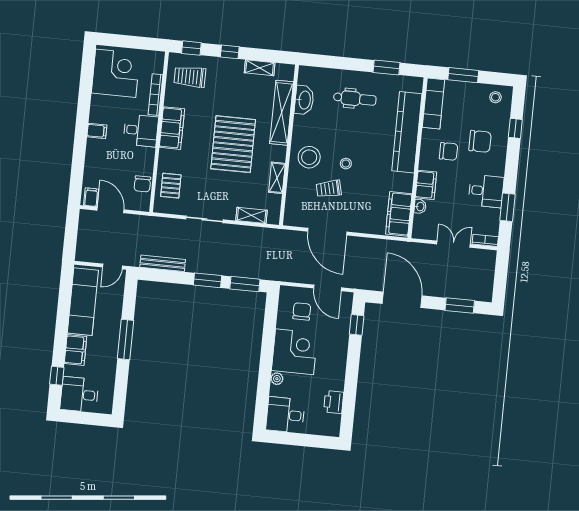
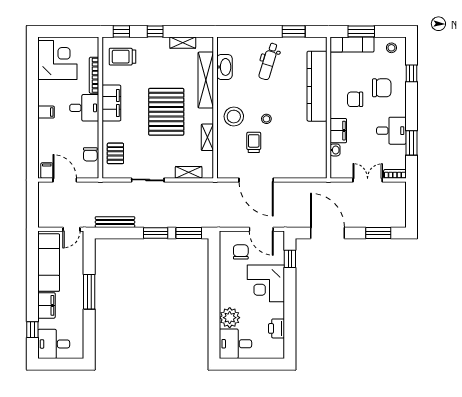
dental chair: (355, 99) -> (269, 61), turned 107
exam couch: (433, 103) -> (352, 45), moved, turned 90
chair: (448, 151) -> (355, 99), turned 180
trolley: (329, 189) -> (254, 142), turned 103
filing cabinet: (399, 214) -> (317, 158), removed
corner desk: (295, 352) -> (266, 283), moved, turned 180
plant: (277, 379) -> (230, 318), width x1.88, depth x1.88

